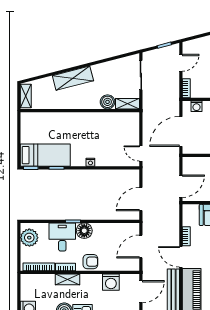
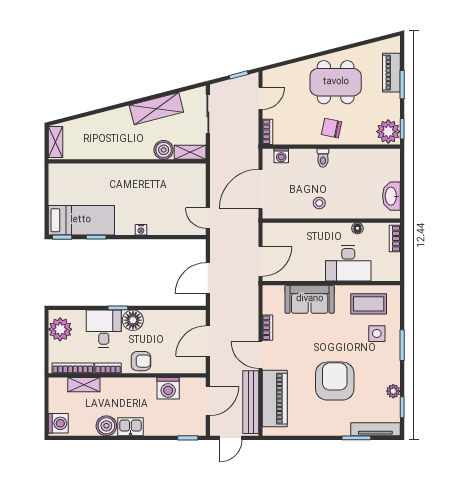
shelving: (73, 78) -> (156, 109), moved
shelving: (68, 279) -> (84, 385), moved

